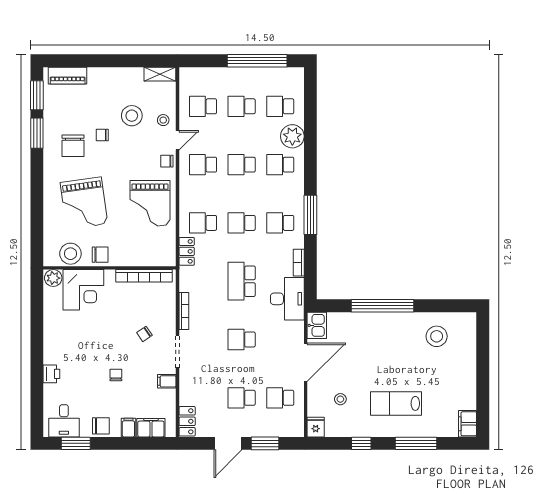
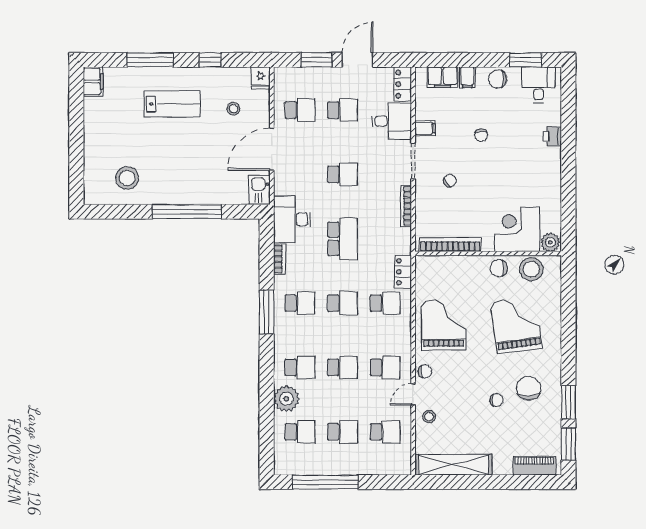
shelving: (160, 74) -> (454, 465), width x2.20, depth x1.33
stool: (132, 116) -> (464, 422), removed
desk: (197, 388) -> (392, 121), added

